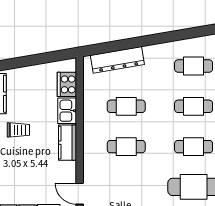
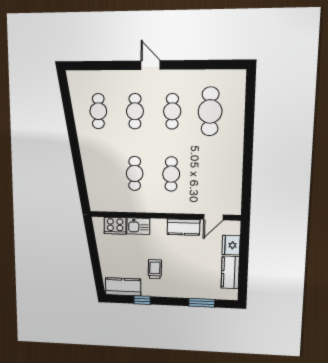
dresser: (117, 60) -> (93, 181), removed
kitchen counter: (68, 143) -> (183, 227), moved

